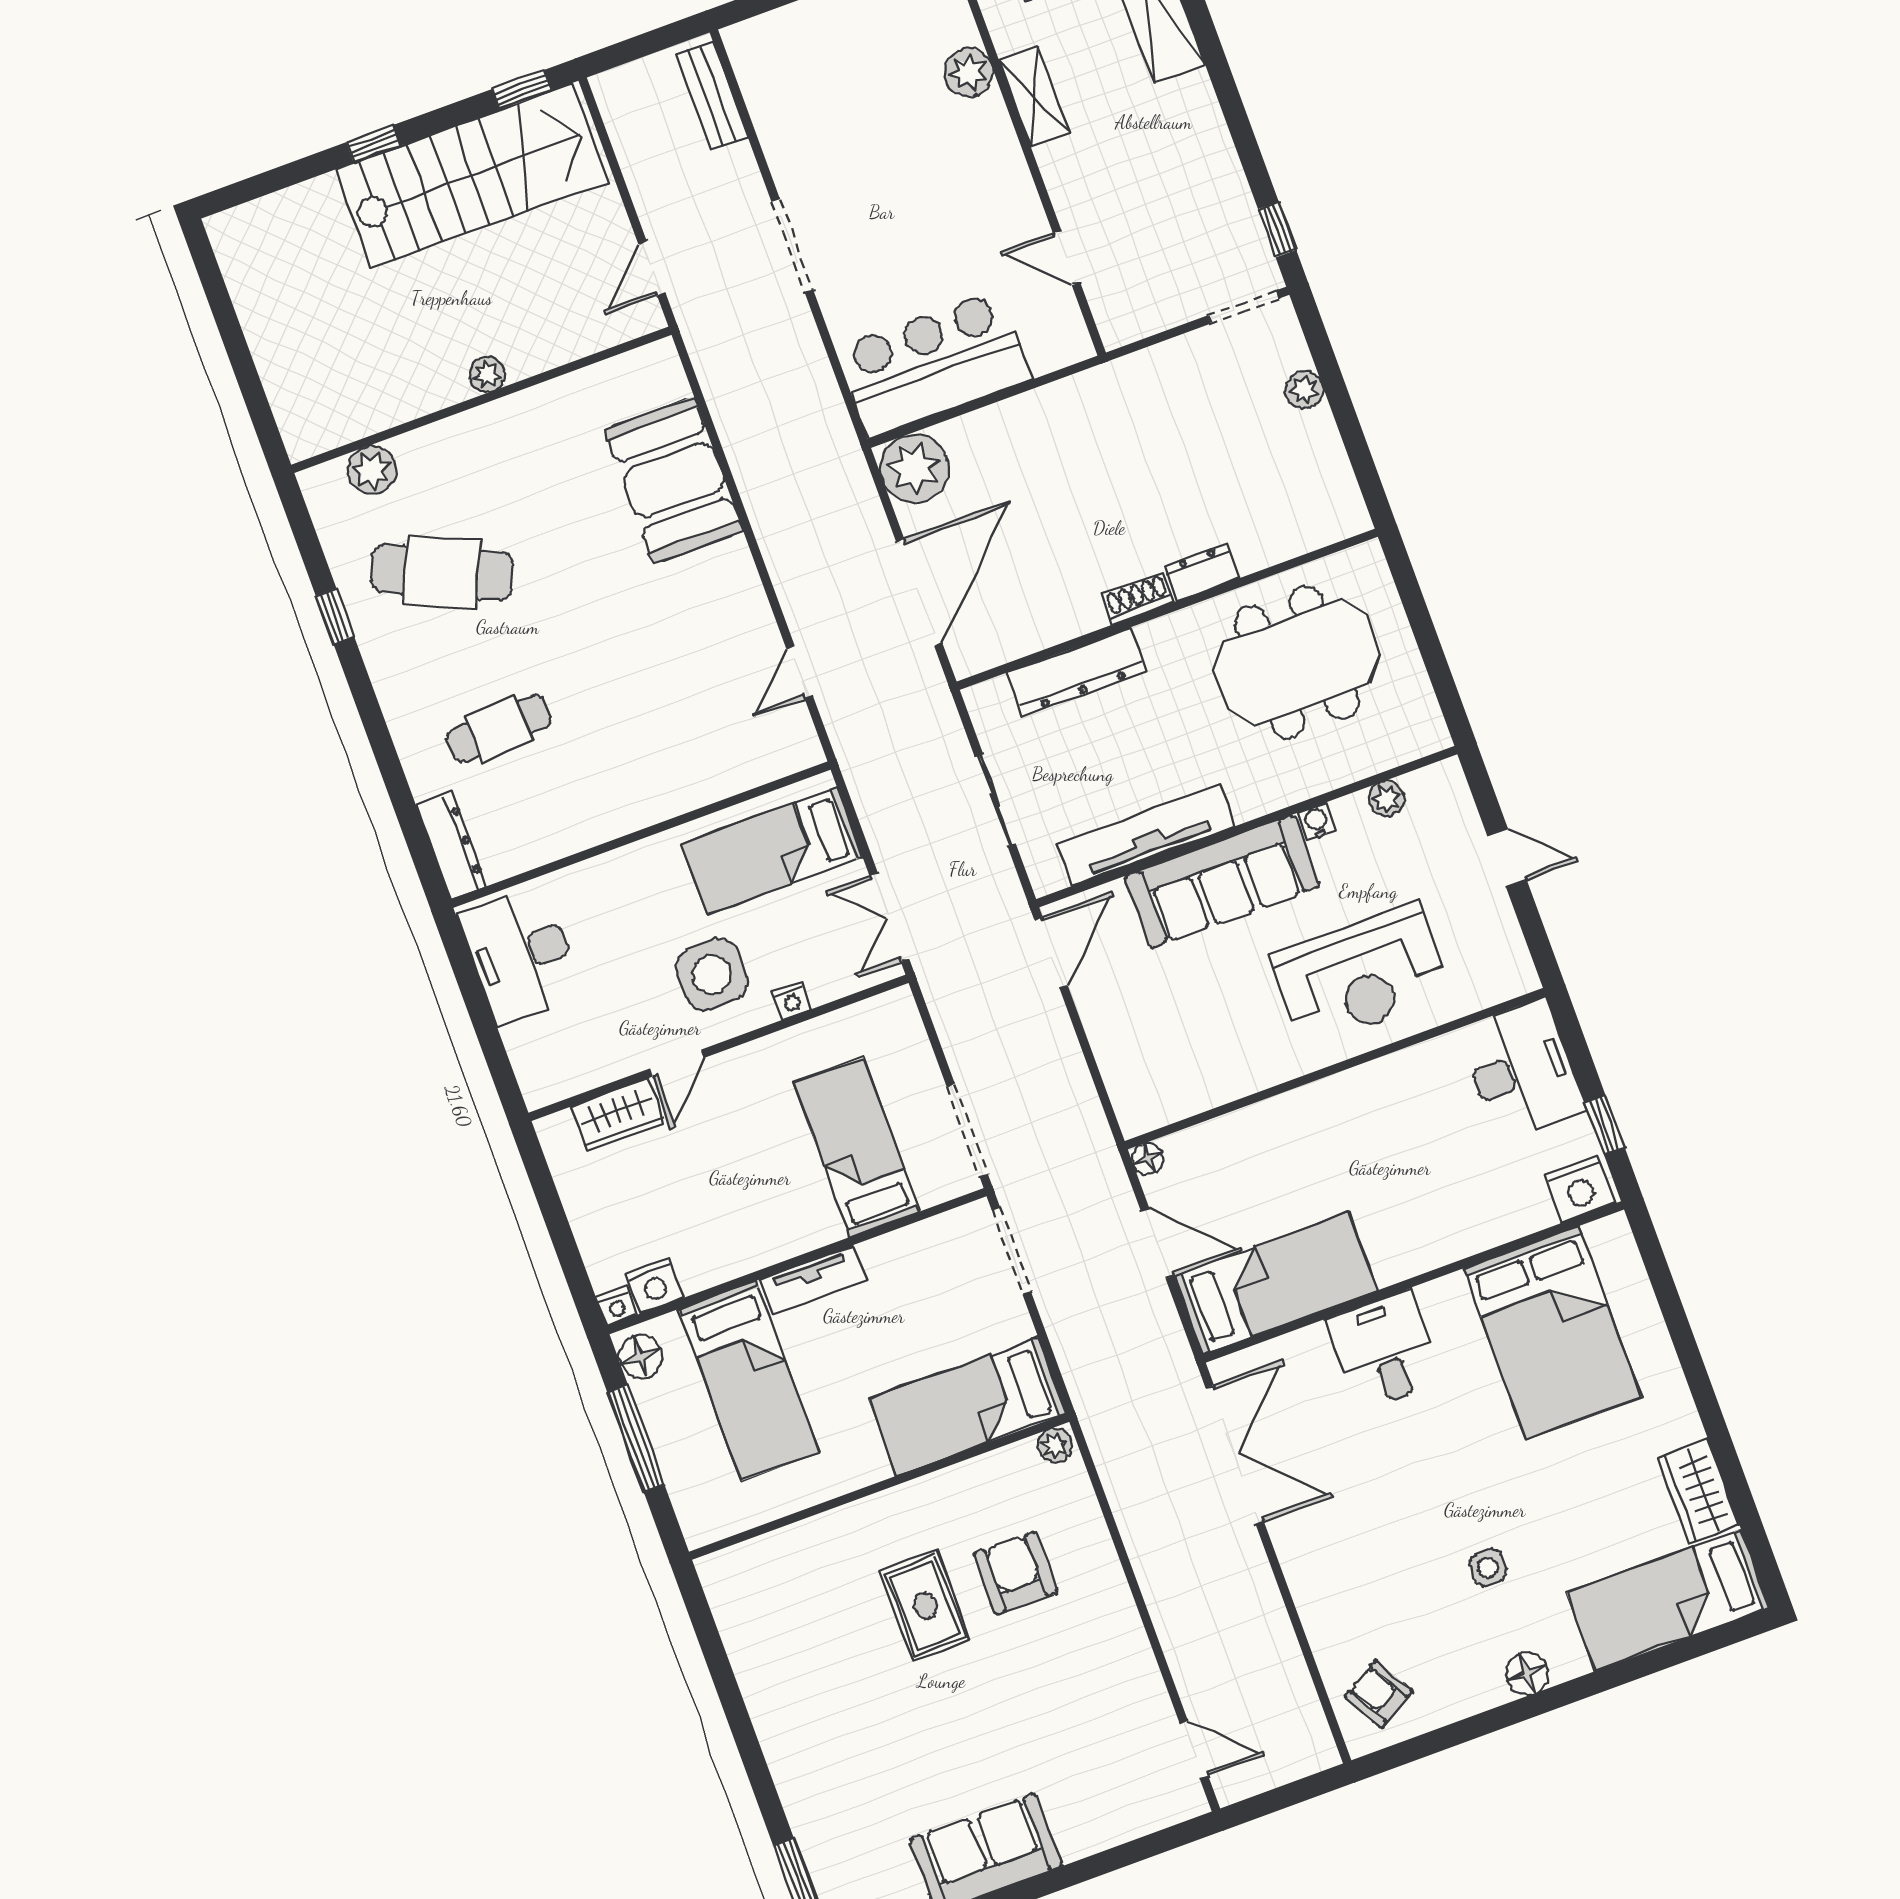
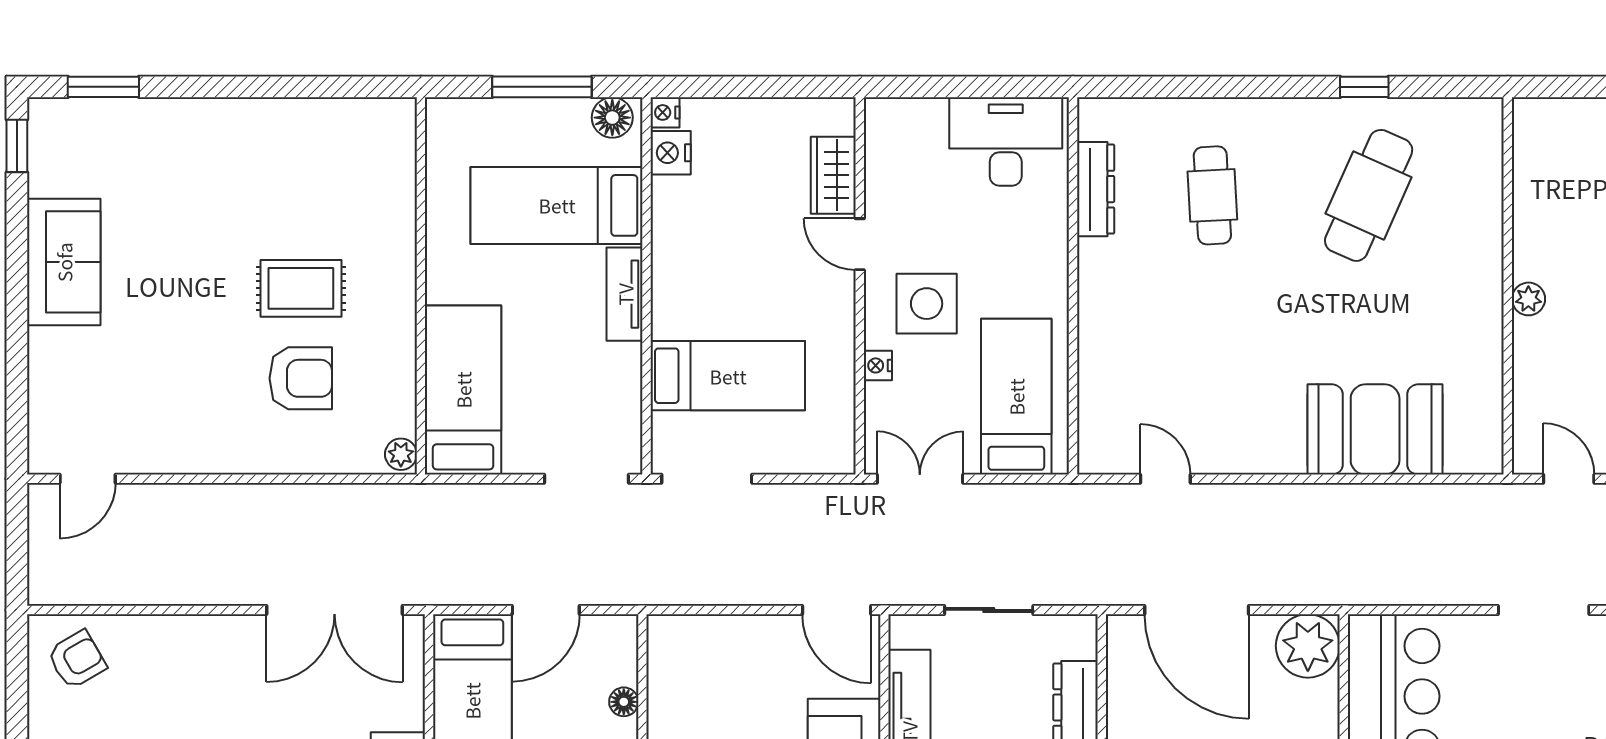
plant: (372, 470) -> (1481, 167), removed
dresser: (451, 846) -> (1096, 189), moved, turned -90
floor lamp: (1147, 1158) -> (624, 702), moved

